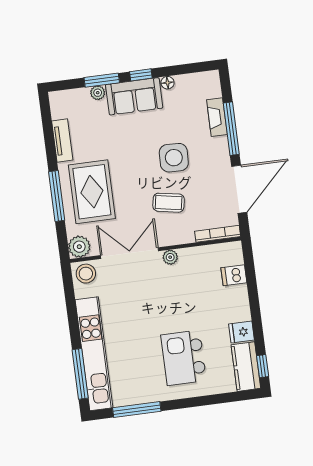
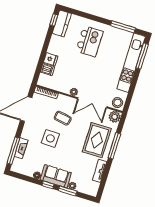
window: (231, 129) -> (13, 151), moved
fridge: (241, 332) -> (51, 59), moved

